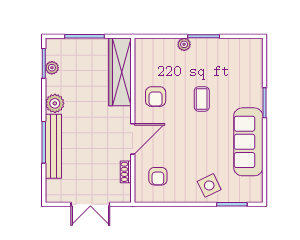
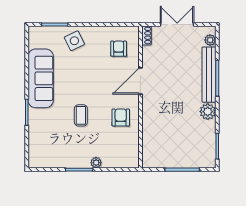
plant: (52, 68) -> (210, 40), moved
wardrobe: (120, 72) -> (151, 139), removed
shoe rack: (126, 172) -> (147, 35), moved

